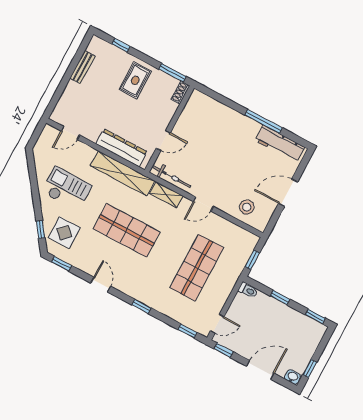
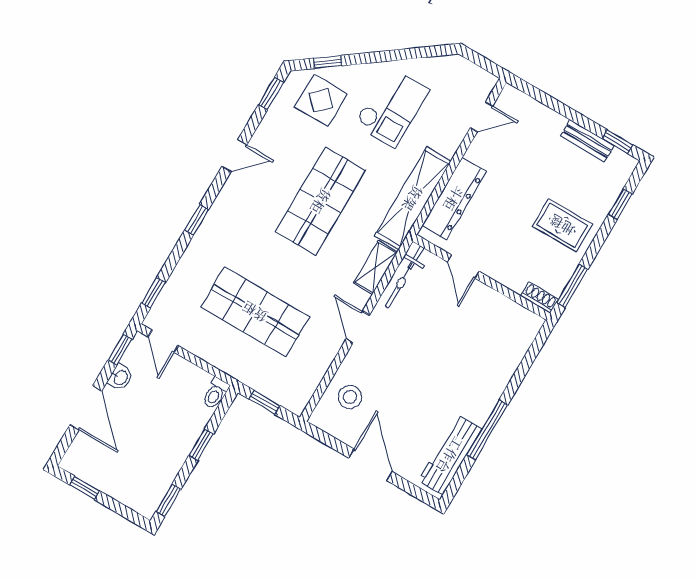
window: (82, 48) -> (618, 142), added
door: (70, 133) -> (482, 117), swing flipped
washbasin: (293, 377) -> (120, 377), moved

